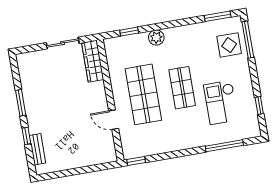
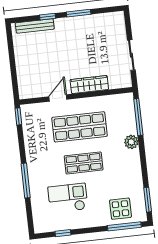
window: (129, 32) -> (138, 117), width x2.17
wardrobe: (93, 61) -> (89, 84), moved
window: (224, 146) -> (26, 181), moved
bench: (37, 149) -> (35, 26), width x1.36

